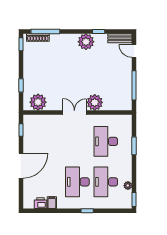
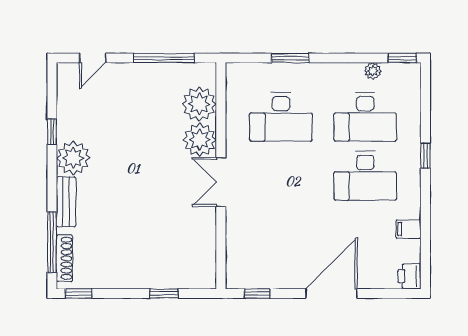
bench: (120, 38) -> (66, 202), moved
plant: (38, 102) -> (199, 104), moved
door: (21, 166) -> (331, 294), hinge flipped
printer: (40, 203) -> (409, 276), moved

